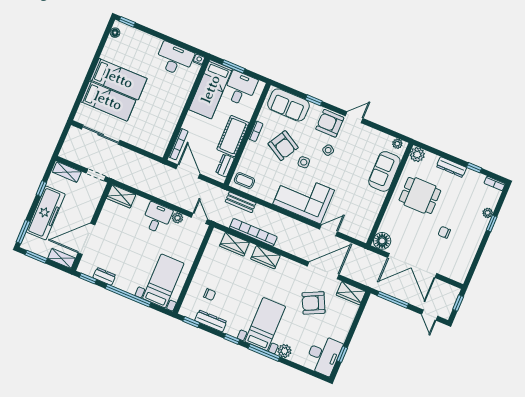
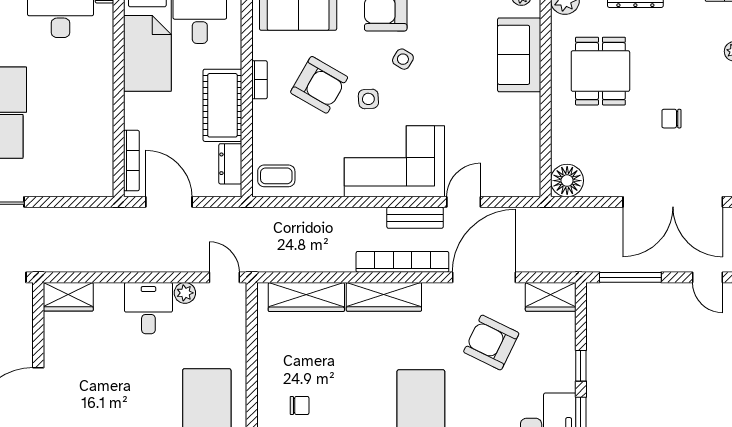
dining table: (420, 195) -> (600, 71), turned 90
bench: (241, 202) -> (415, 218), moved
bookcase: (253, 232) -> (402, 262), moved
wardrobe: (235, 244) -> (306, 297), width x1.50
wardrobe: (266, 257) -> (384, 297), width x1.50
double door: (412, 266) -> (673, 202), moved
armchair: (314, 303) -> (491, 343), turned 52
window: (352, 332) -> (581, 366), added

